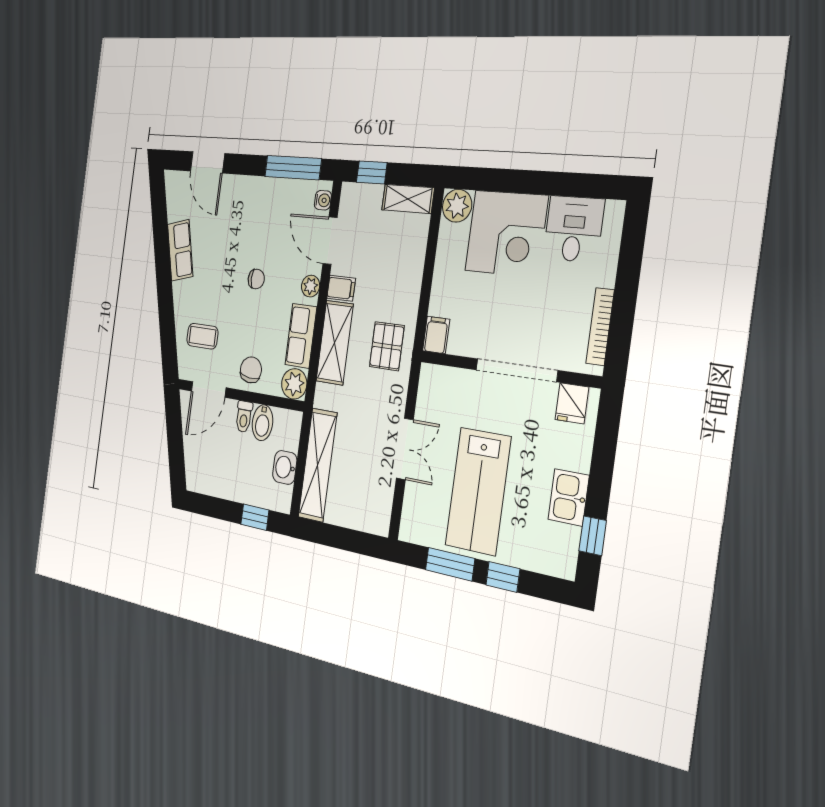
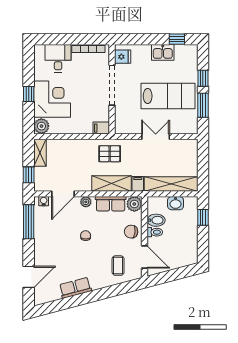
window: (523, 182) -> (29, 94), added
desk: (574, 229) -> (58, 58), moved, turned 90
filing cabinet: (341, 288) -> (138, 184), moved

